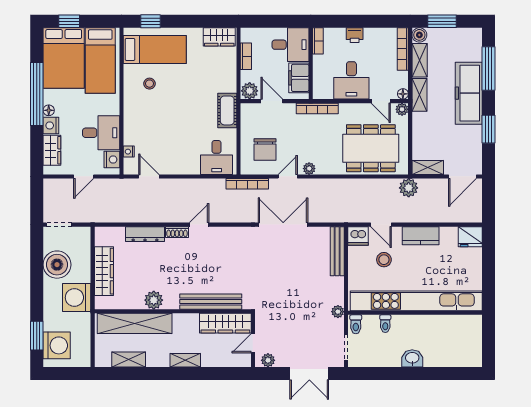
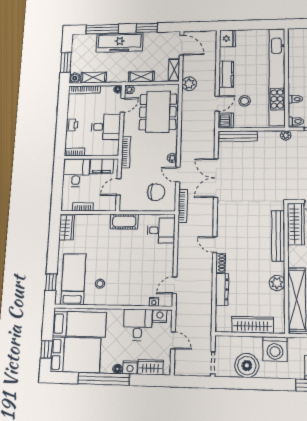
plant: (250, 91) -> (110, 204), removed
shelving: (420, 95) -> (141, 77), moved

